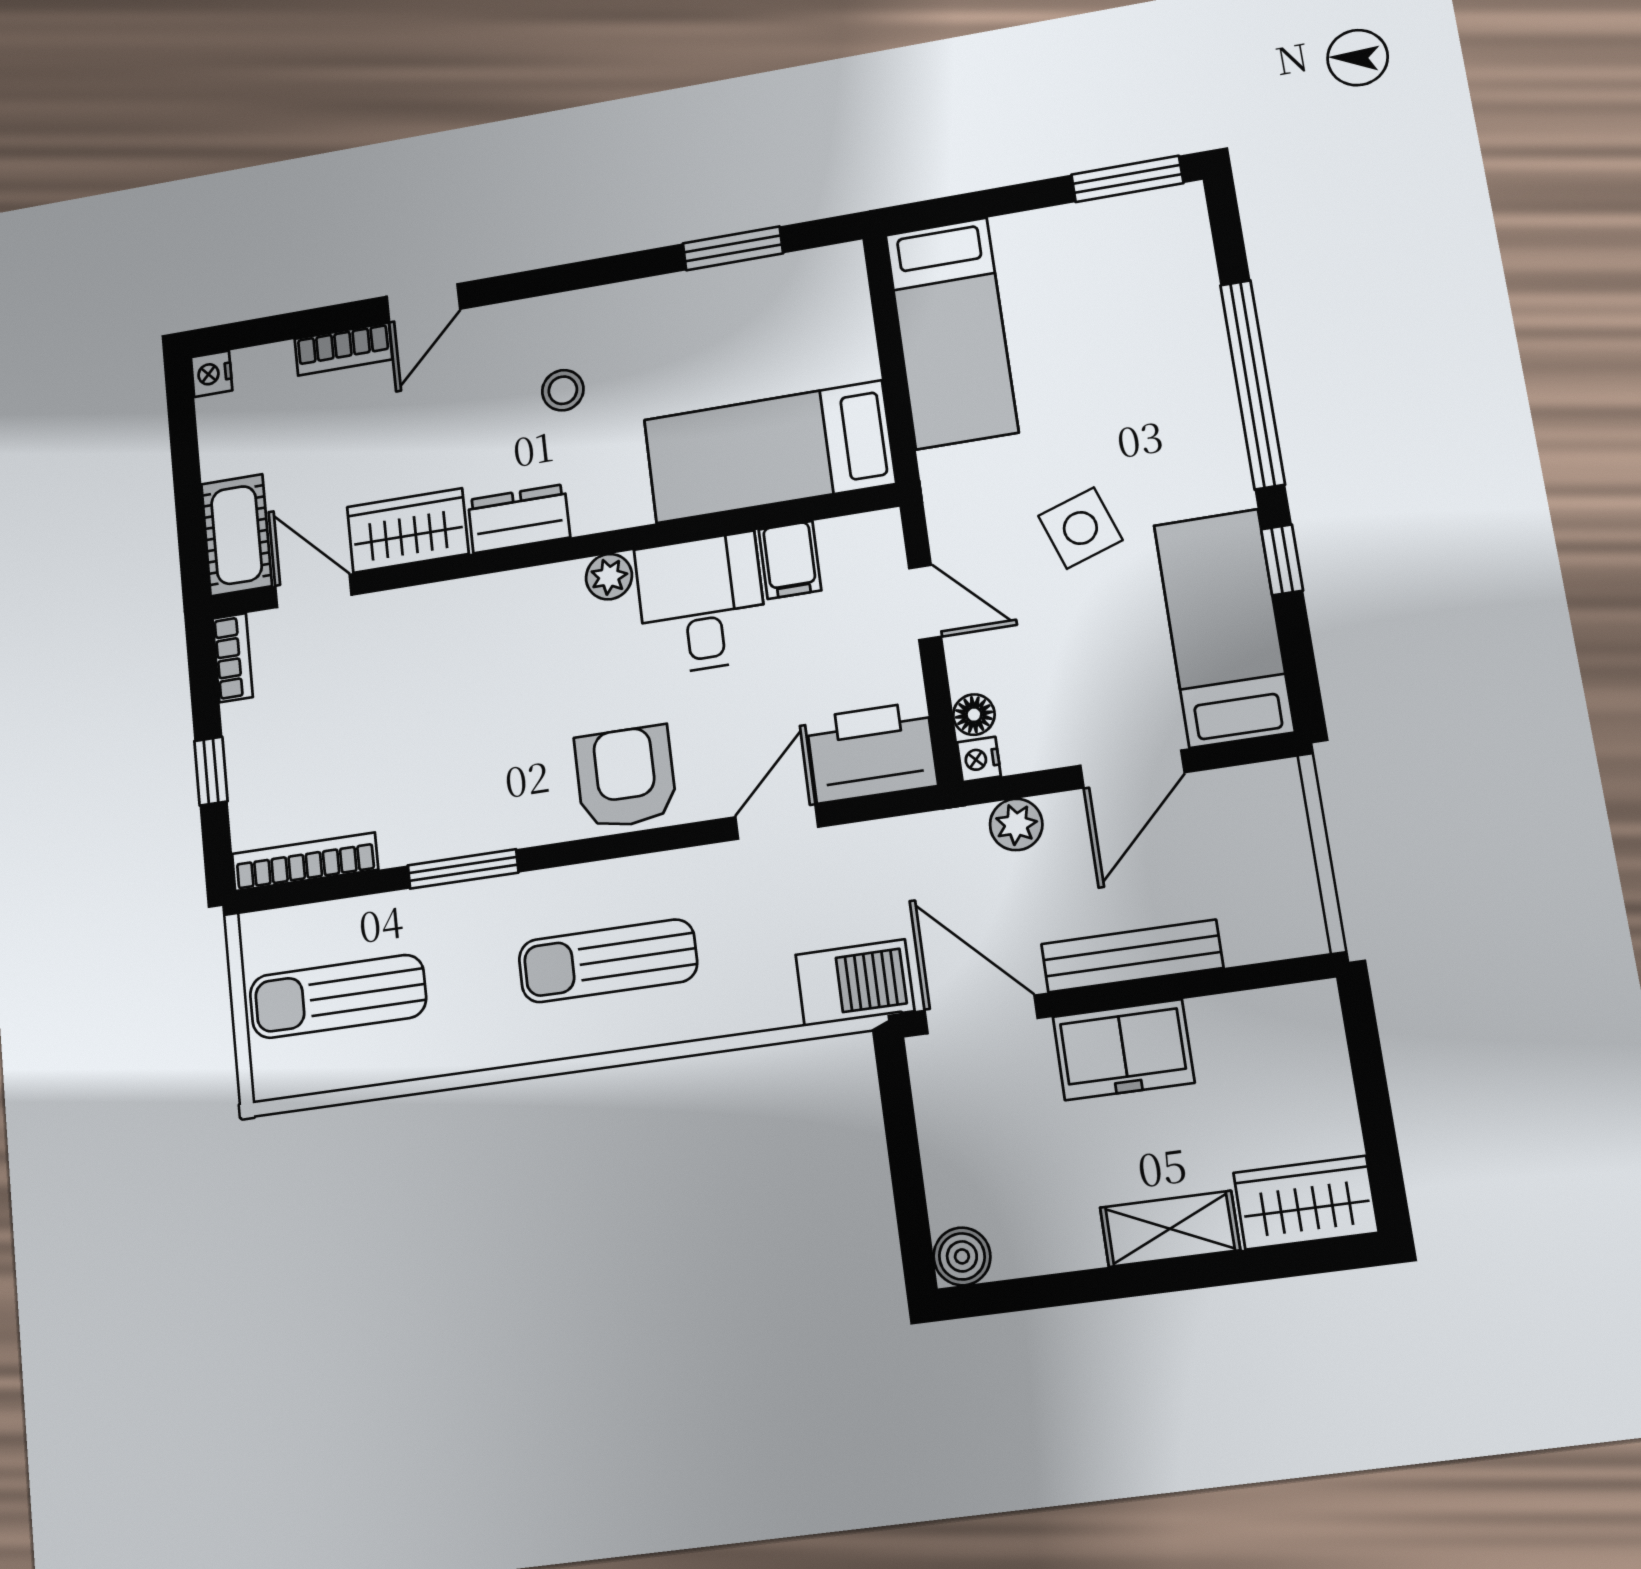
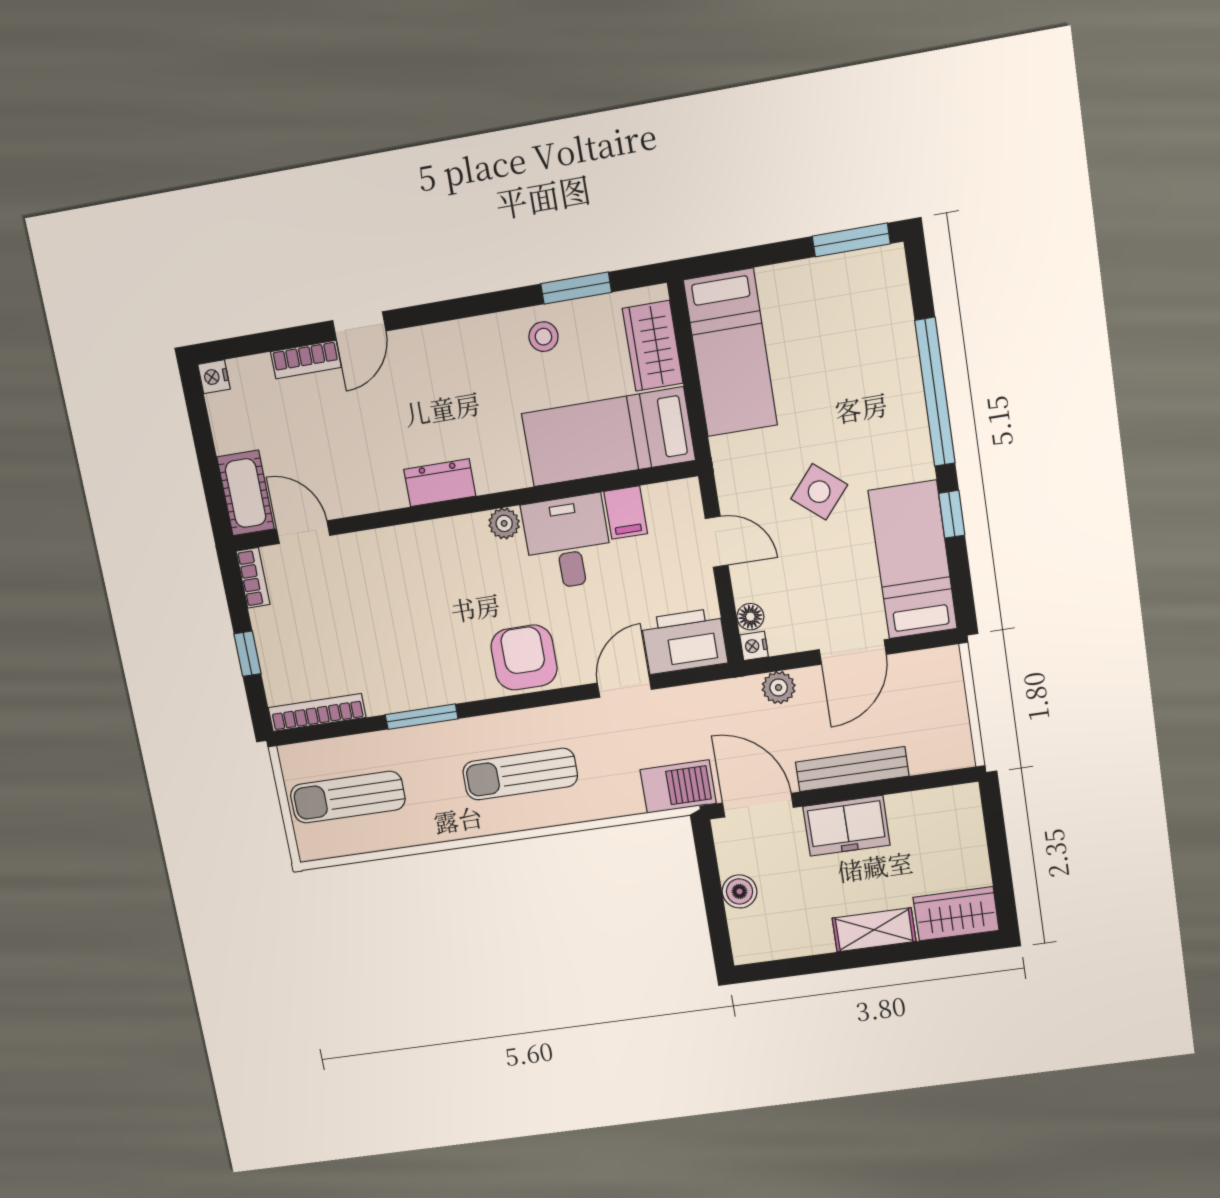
stool: (563, 390) -> (543, 337), moved
side table: (1080, 528) -> (819, 492), turned -31
wardrobe: (408, 530) -> (653, 346), moved, turned -90
boiler: (962, 1256) -> (740, 891), moved

